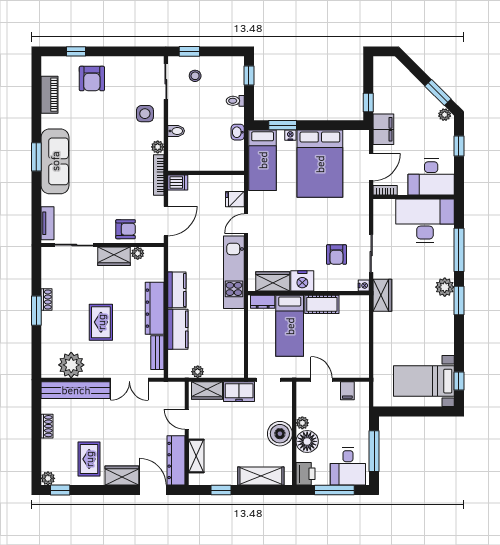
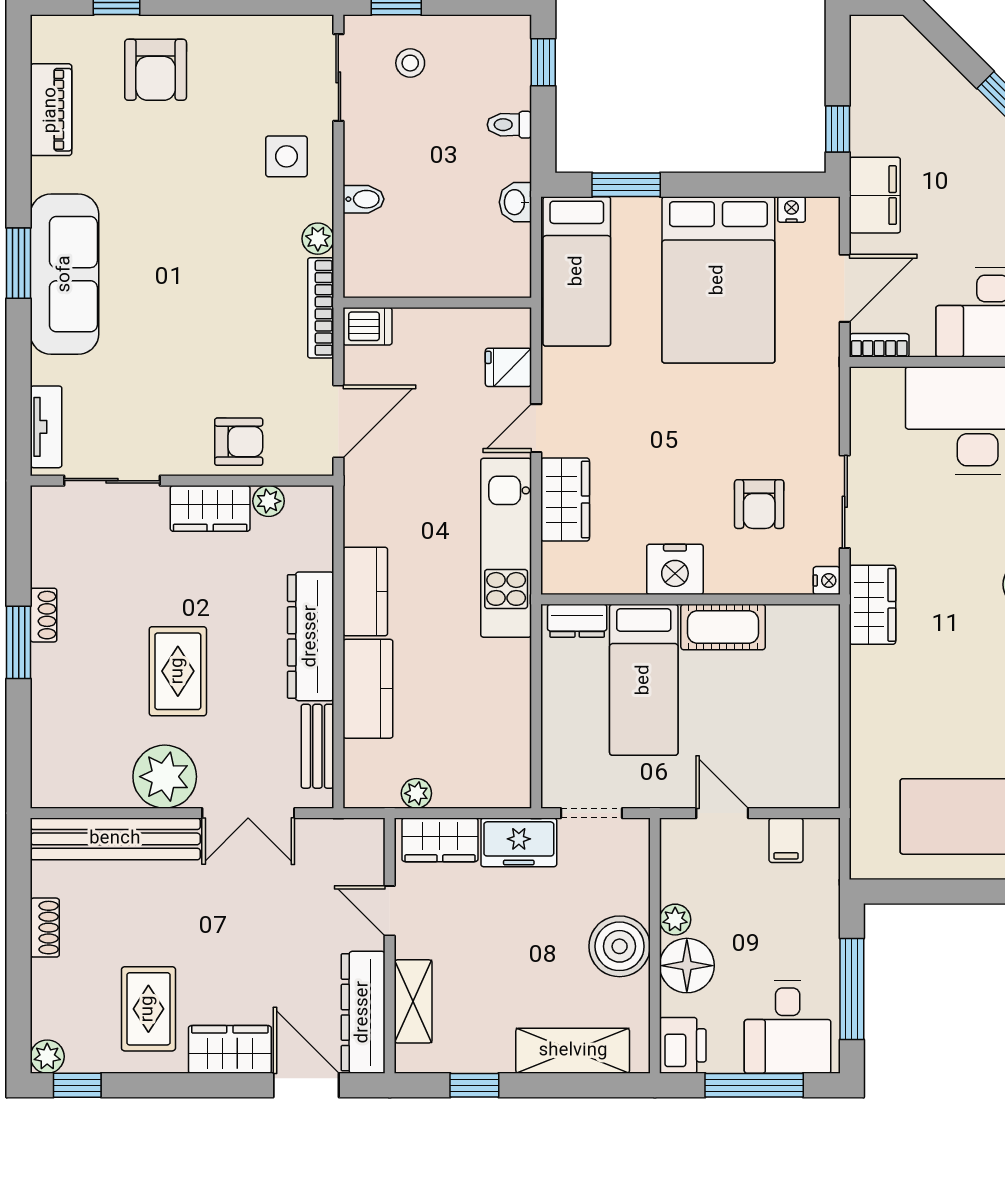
nightstand: (290, 135) -> (792, 210), moved
wardrobe: (273, 281) -> (565, 500), moved, turned 90
plant: (71, 365) -> (165, 777), moved

